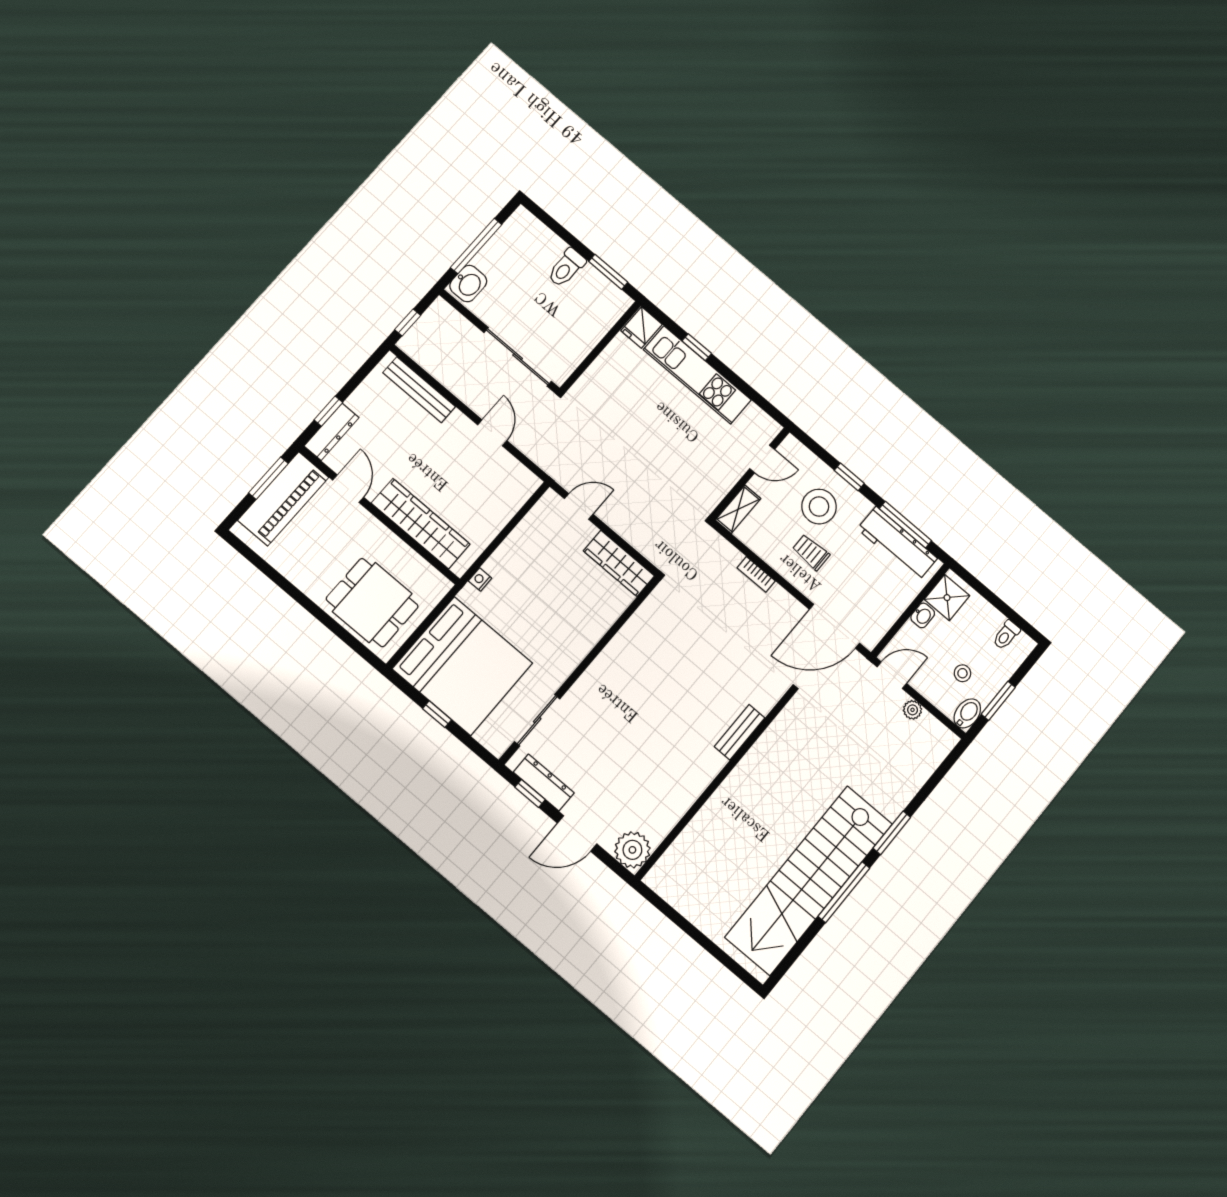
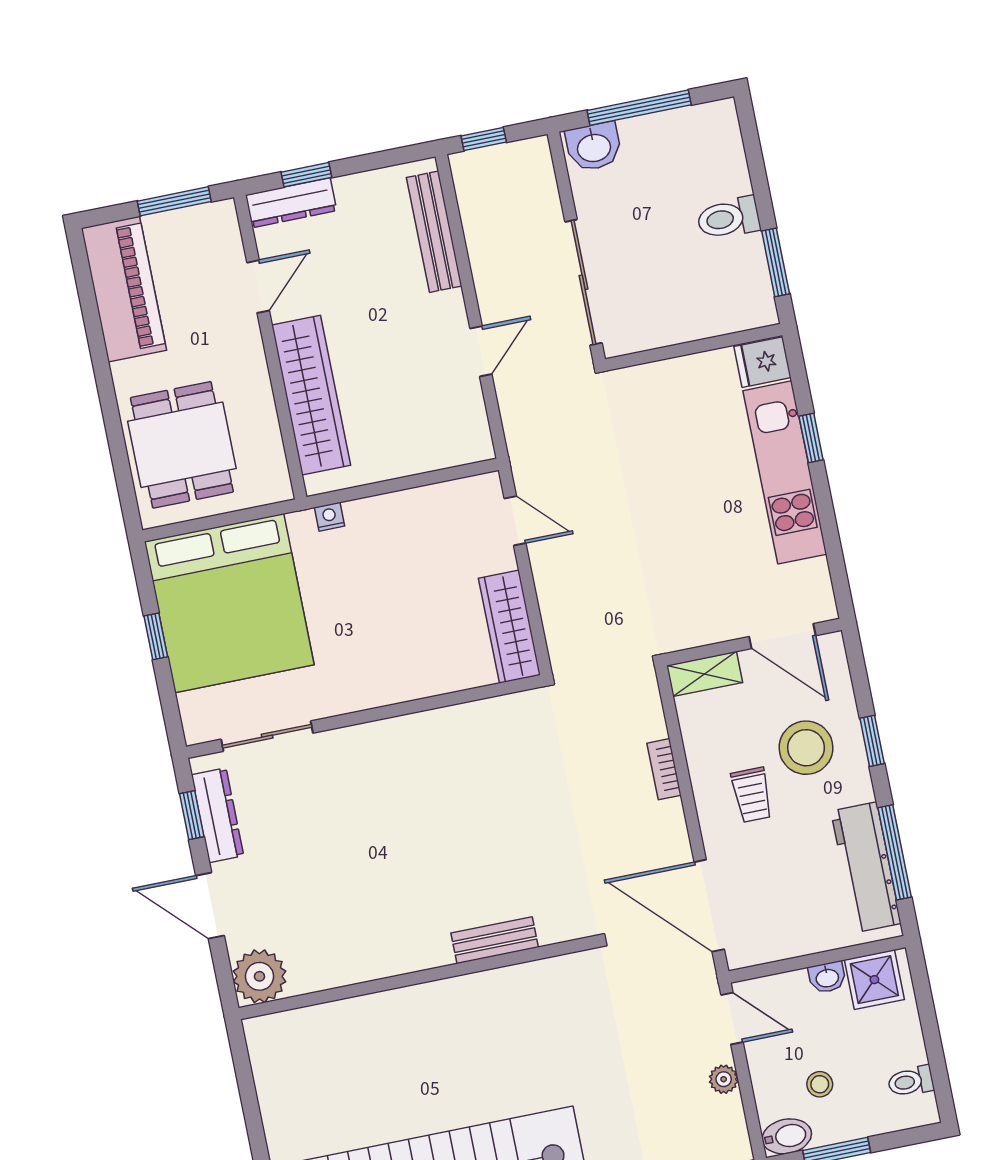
door: (762, 459) -> (782, 636), width x1.38
piano: (283, 499) -> (124, 289), moved, turned -90
trolley: (811, 552) -> (752, 795), turned 180

